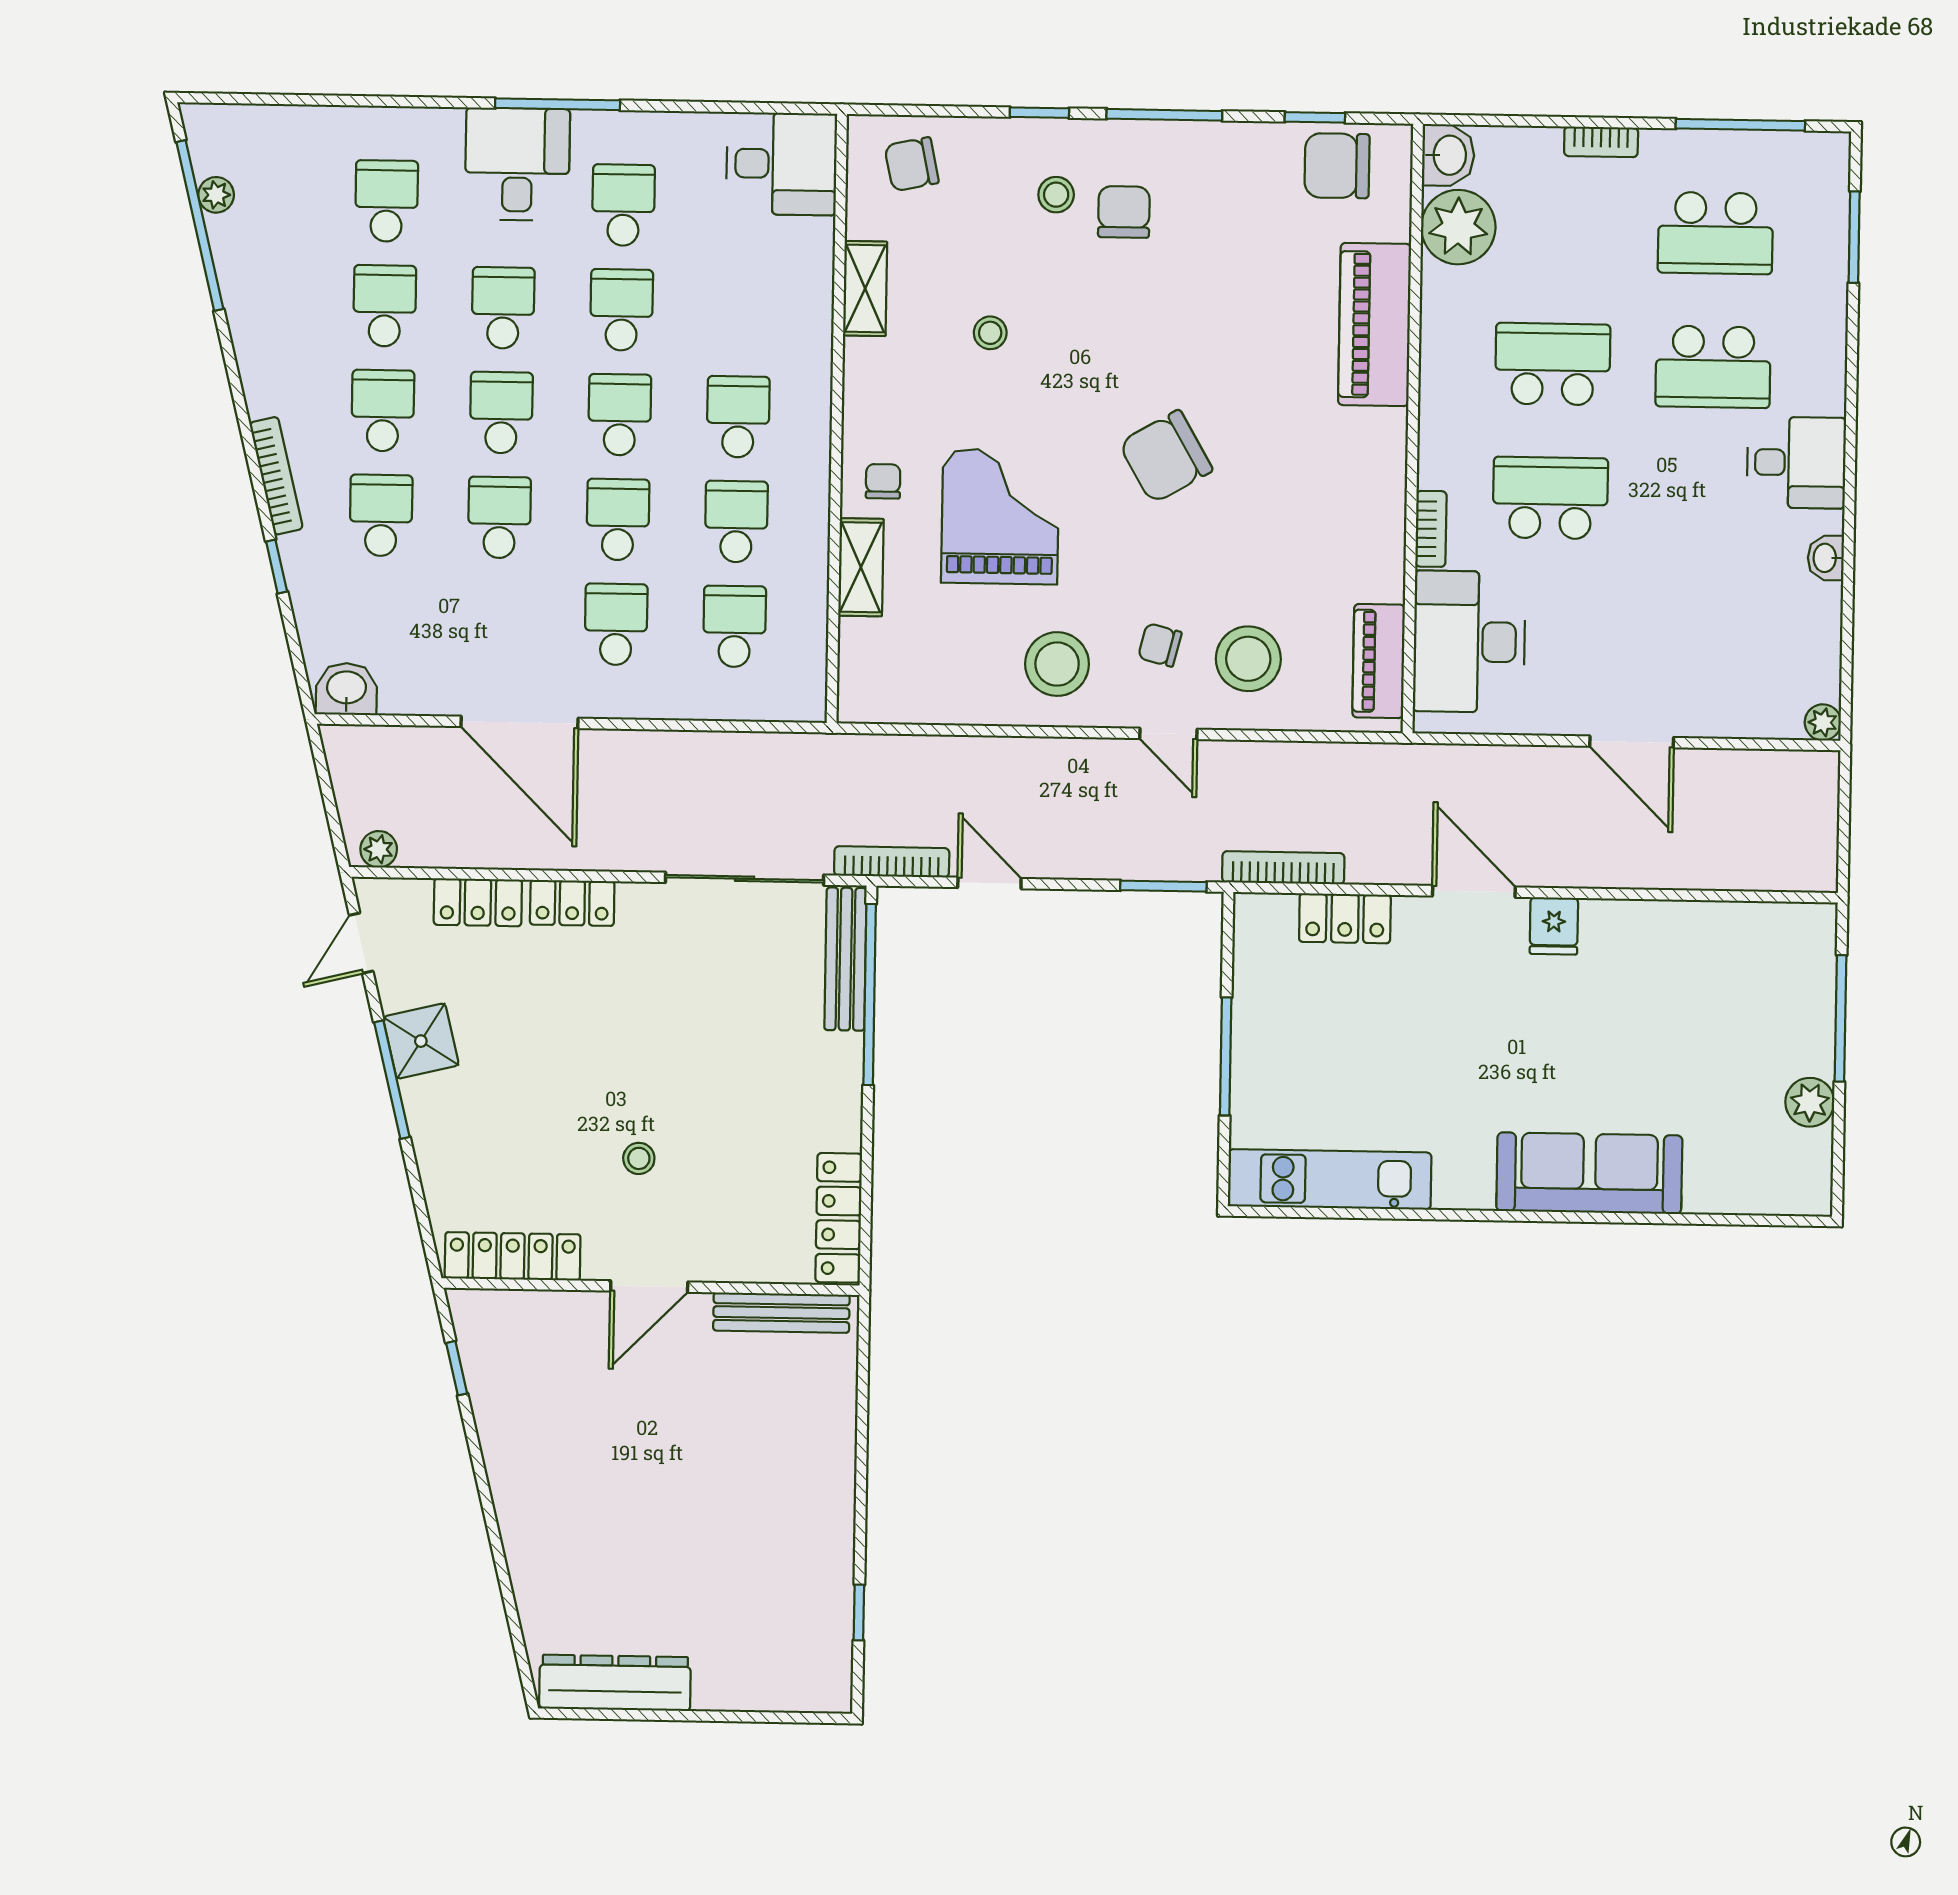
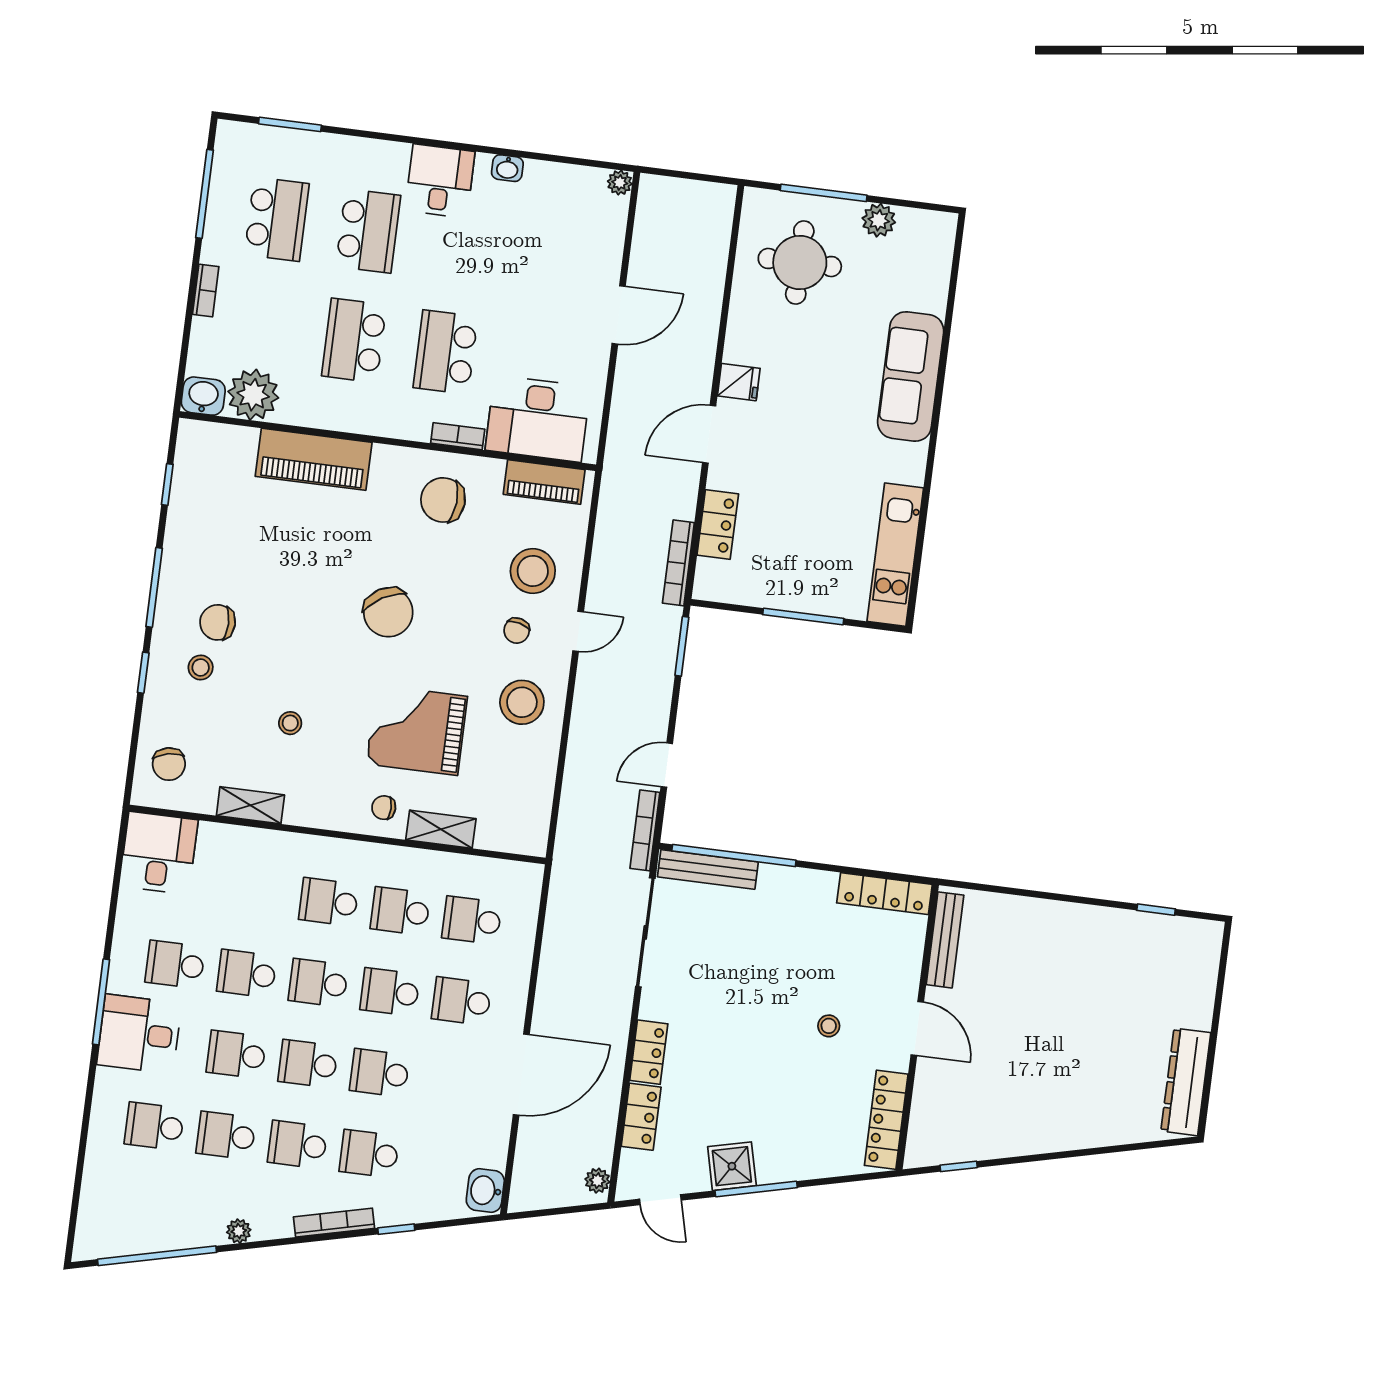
chair: (1337, 166) -> (443, 500), moved, turned 94
plant: (216, 195) -> (239, 1231), moved
round table: (1736, 995) -> (800, 263), added

